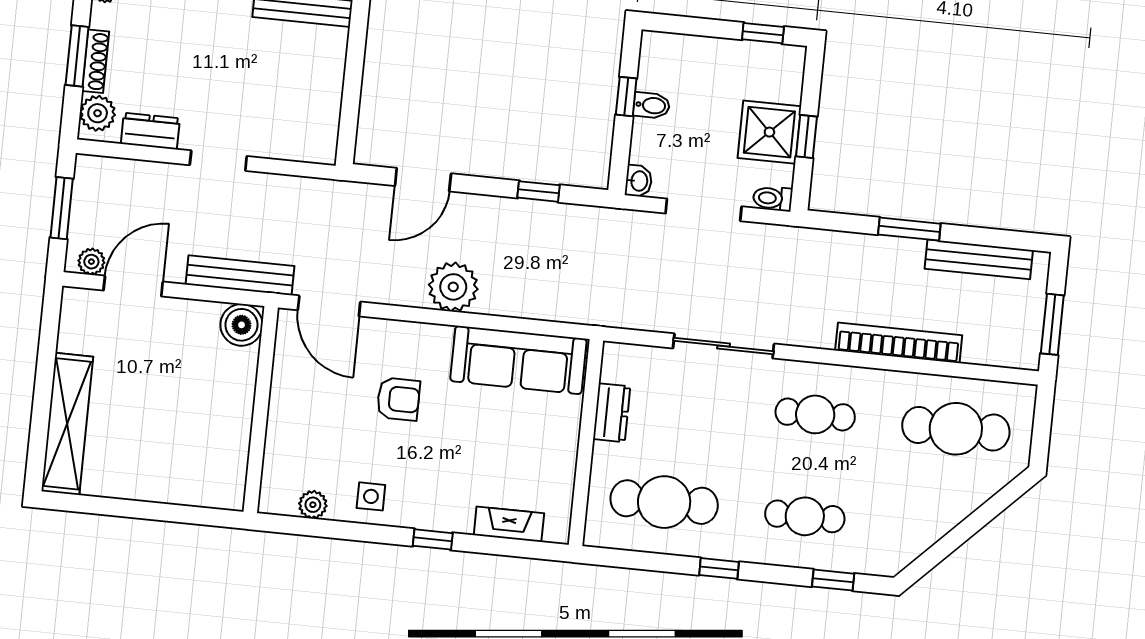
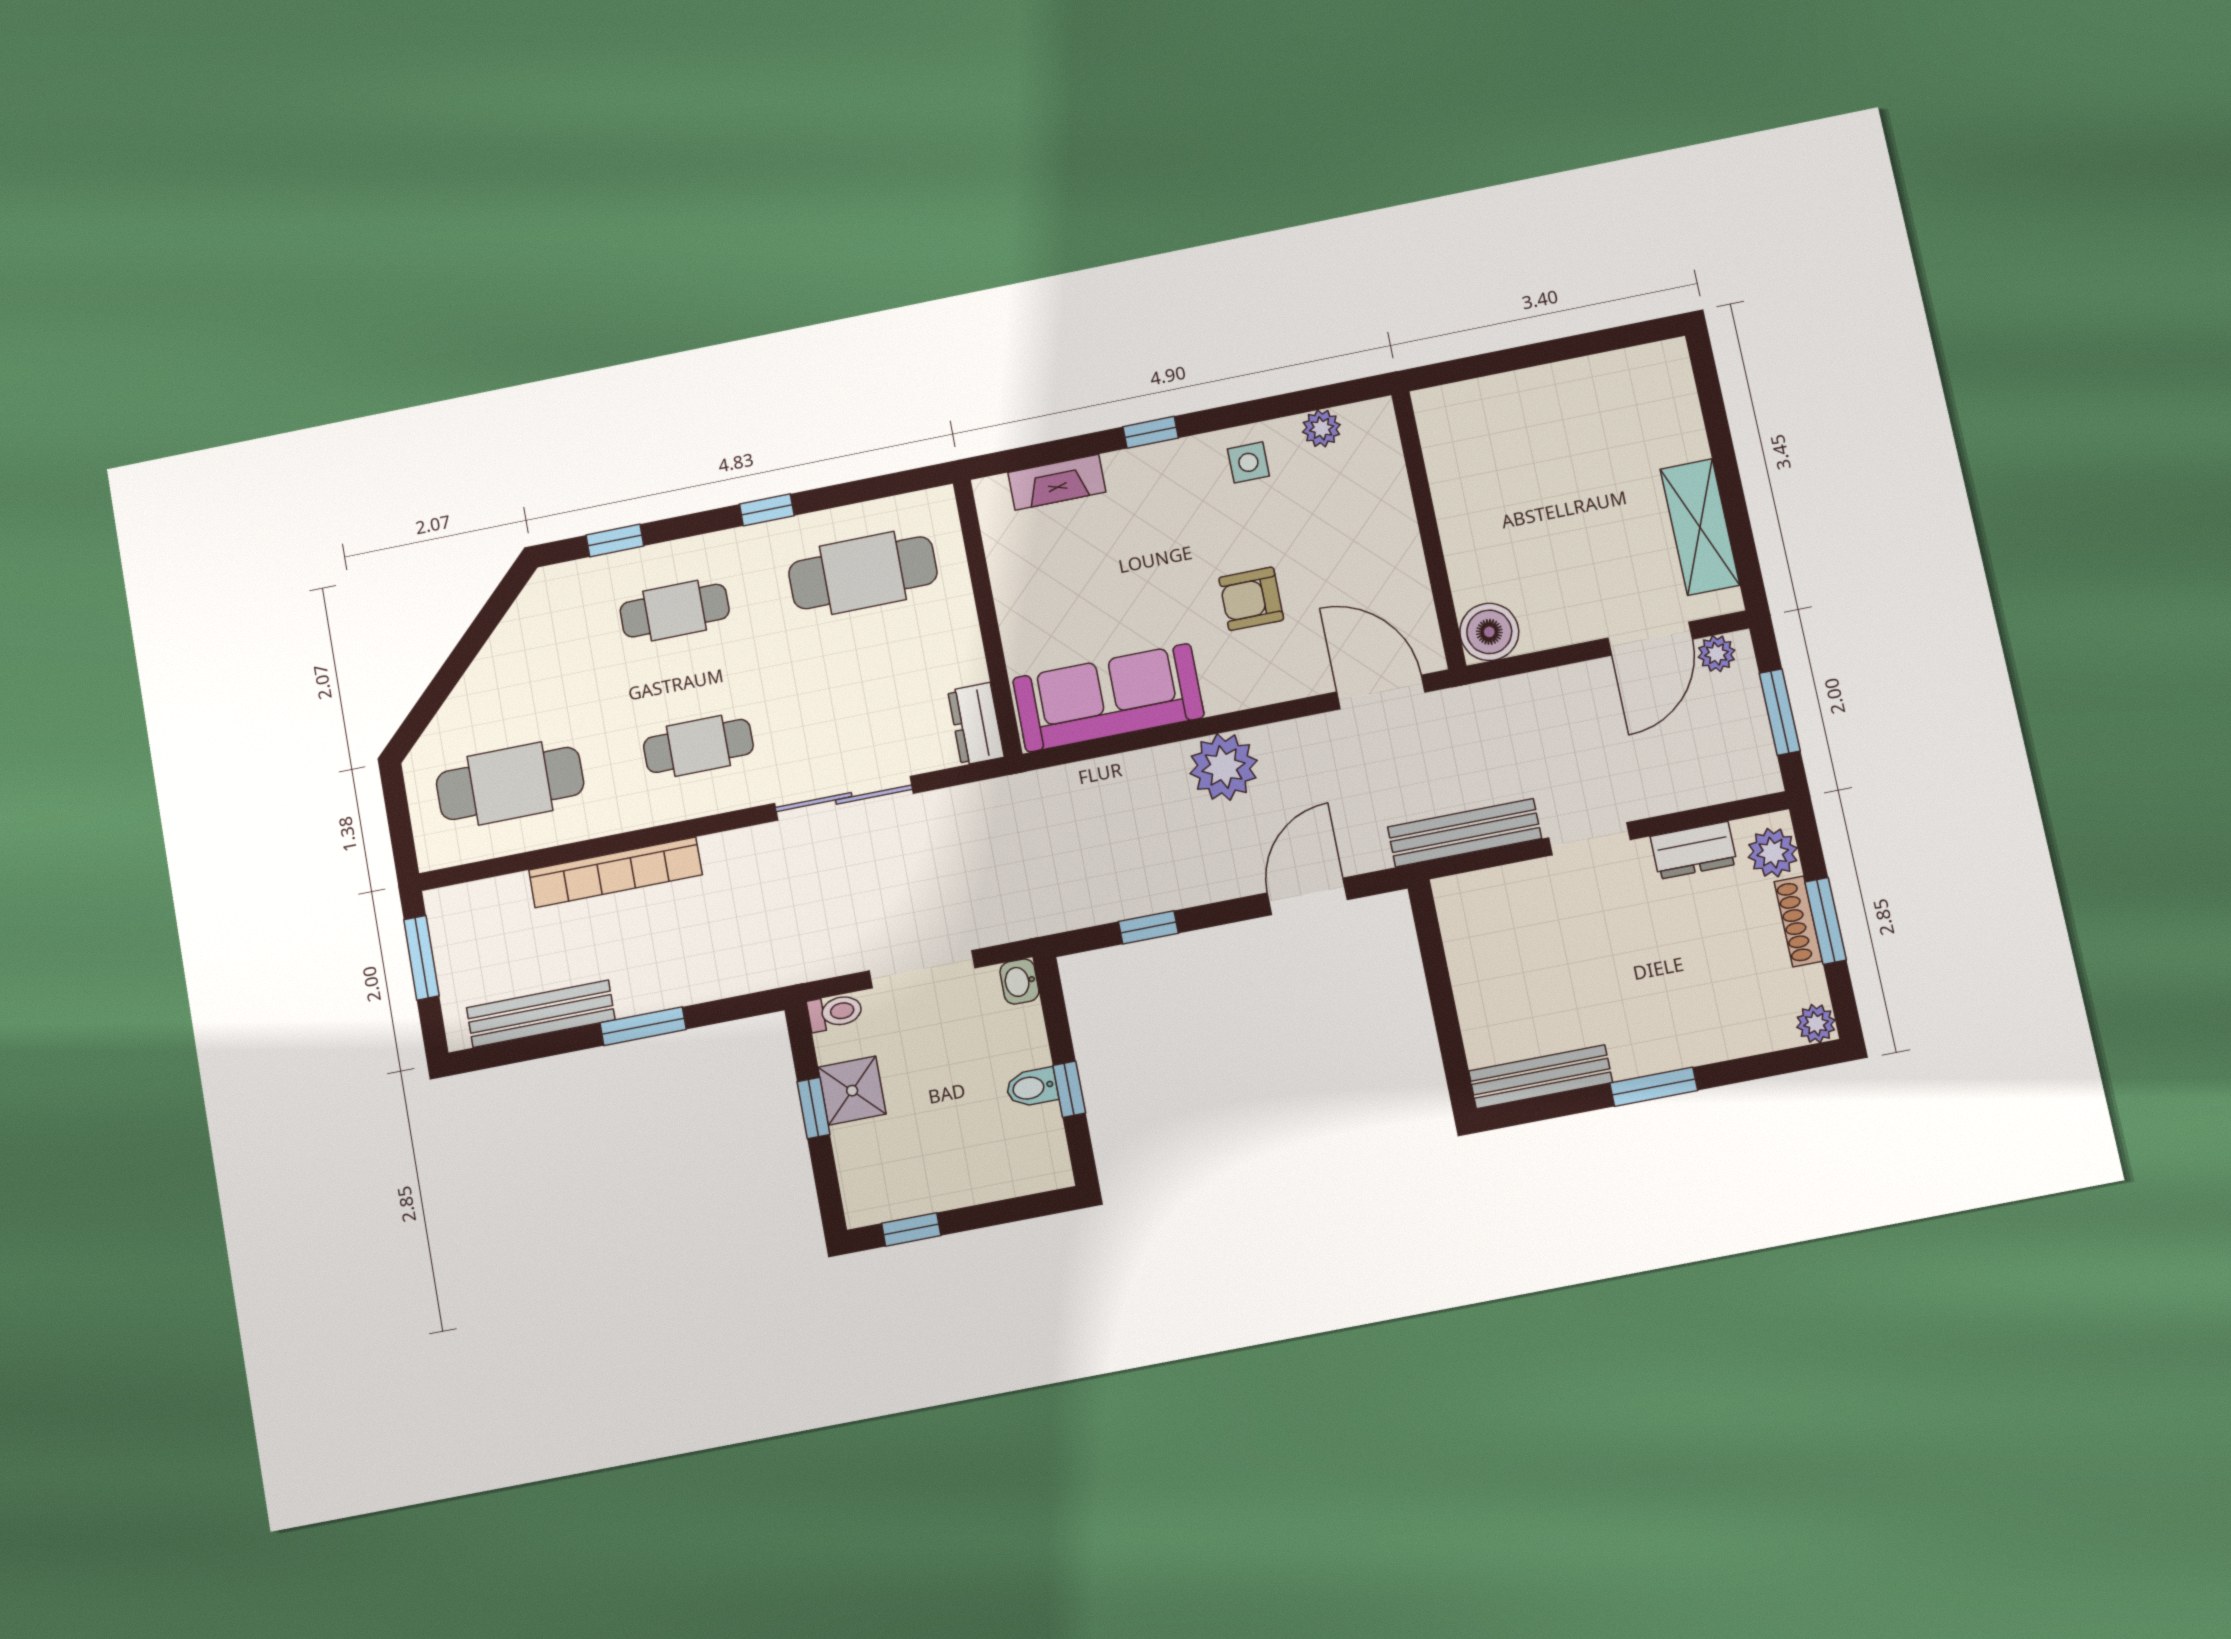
shower: (769, 132) -> (852, 1091), width x0.73, depth x0.73
bench: (240, 275) -> (1464, 833), moved
dresser: (612, 413) -> (976, 724), moved
shelving: (67, 424) -> (1700, 527), moved, width x0.68

